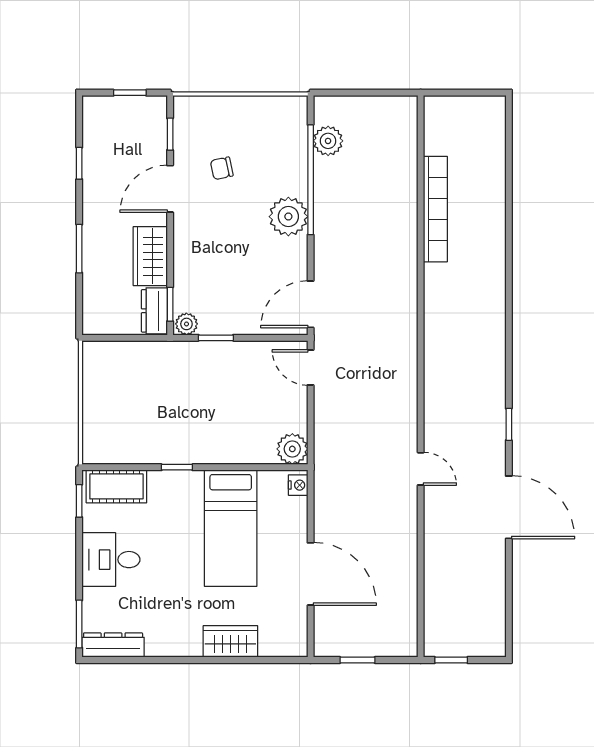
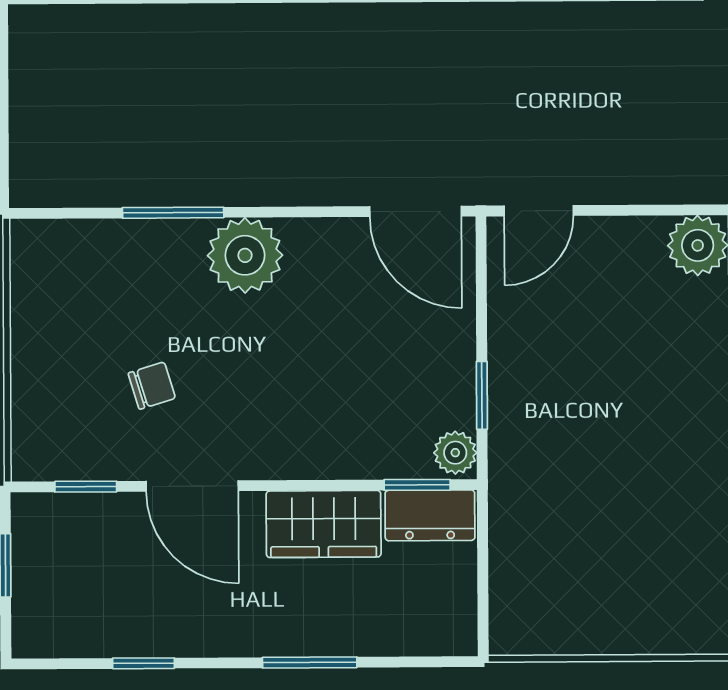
plant: (328, 141) -> (97, 179), removed
chair: (222, 168) -> (152, 386), turned -95
window: (311, 180) -> (173, 213), width x0.47

